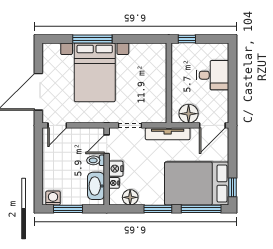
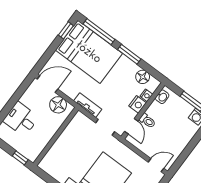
tv unit: (168, 134) -> (88, 105), width x0.71
door: (107, 144) -> (131, 126), hinge flipped
washbasin: (96, 186) -> (162, 97), width x0.52, depth x0.69

